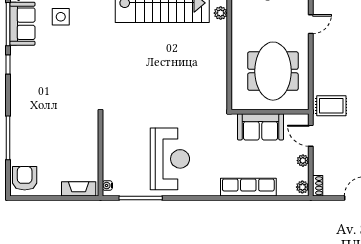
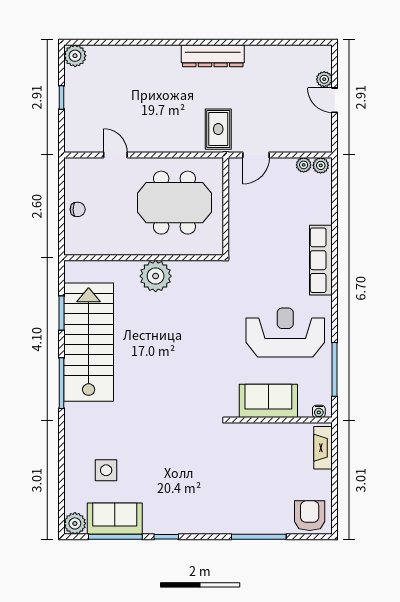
plant: (221, 13) -> (156, 276), moved, width x1.88, depth x1.88
sofa: (261, 127) -> (268, 401), moved, turned -90
plant: (303, 161) -> (304, 165), moved
armchair: (25, 178) -> (310, 516), turned 90
shoe rack: (318, 186) -> (319, 146), removed
row of seats: (248, 187) -> (321, 260), moved

